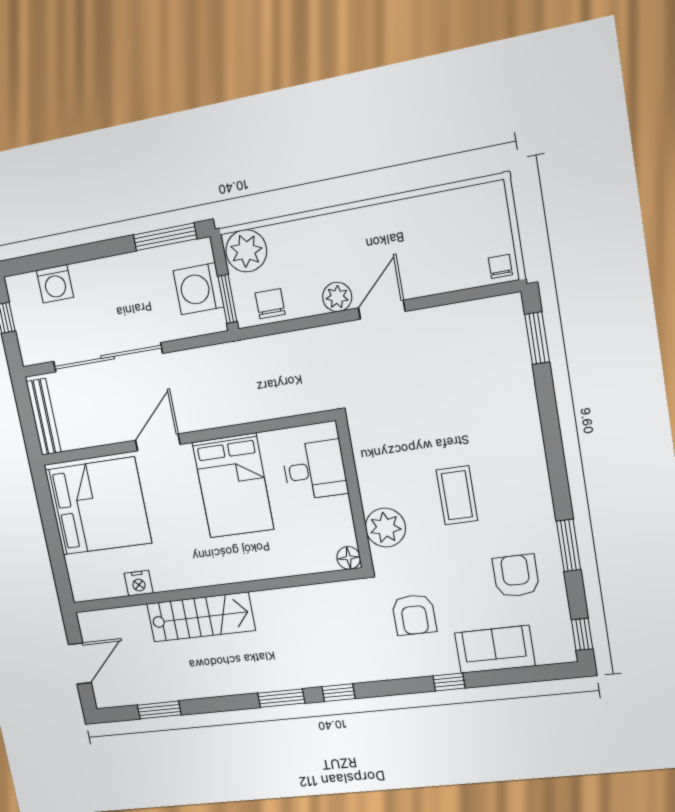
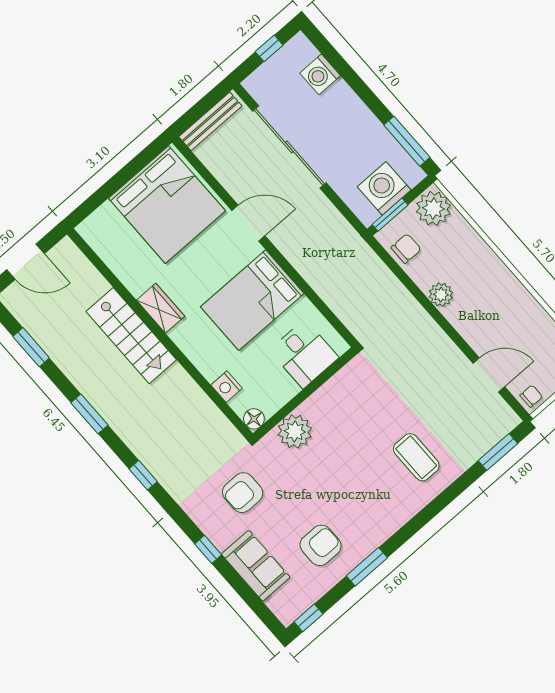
door: (382, 310) -> (489, 375), moved
coffee table: (457, 495) -> (416, 457), moved, turned 90
wardrobe: (191, 575) -> (161, 308), added
nightstand: (139, 583) -> (226, 387), moved
window: (281, 698) -> (90, 414), moved

